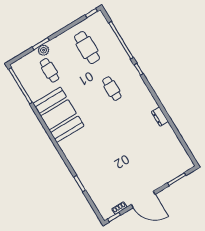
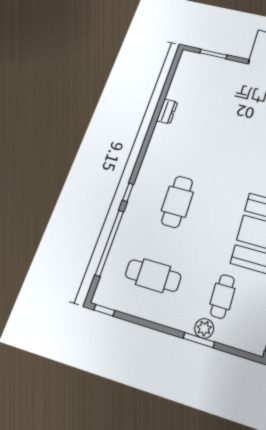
cafe table: (87, 48) -> (153, 275), turned 90
cafe table: (112, 89) -> (177, 202), width x1.37, depth x1.35
dresser: (160, 117) -> (167, 111), moved

